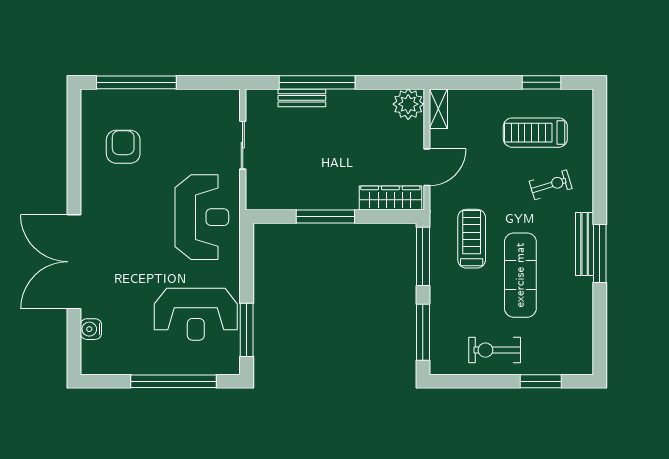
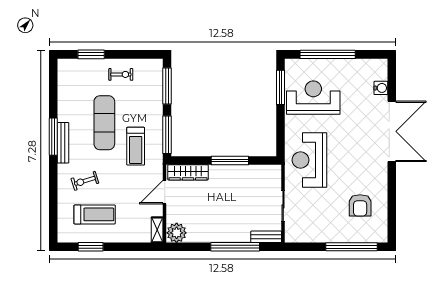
bench: (302, 98) -> (266, 237), moved
exercise bike: (495, 350) -> (121, 74), width x0.73, depth x0.72

